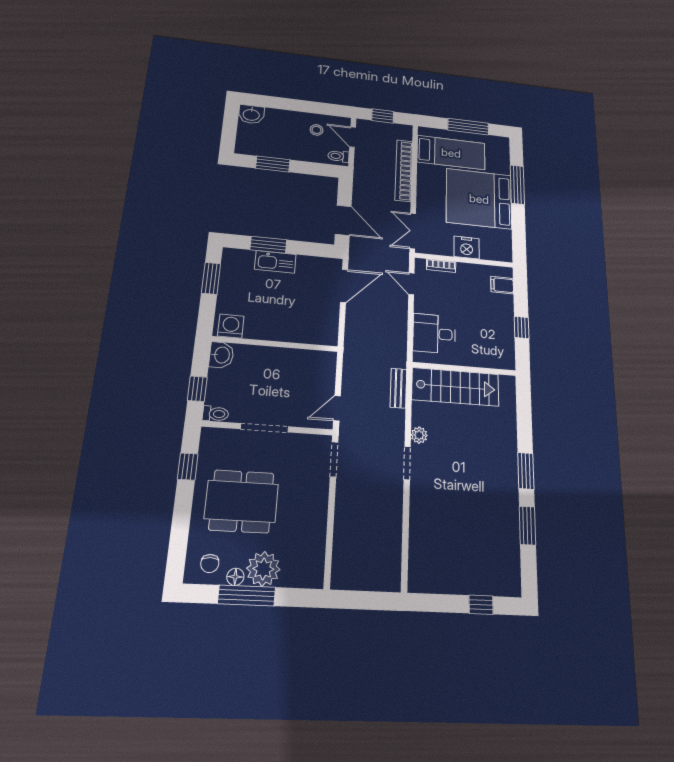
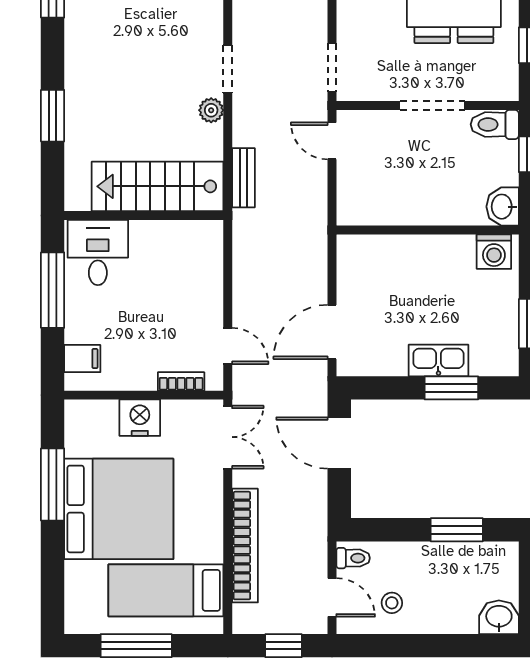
window: (517, 185) -> (53, 484), moved
window: (521, 327) -> (53, 290), width x2.17
desk: (434, 334) -> (98, 253), moved, turned -90
door: (337, 408) -> (332, 141), swing flipped
toilet: (216, 414) -> (495, 124), width x1.37, depth x1.39
window: (526, 471) -> (53, 116), moved

